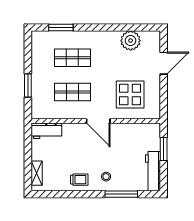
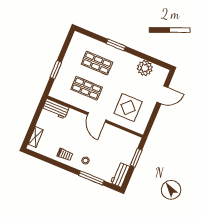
window: (61, 27) -> (116, 45), moved
workbench: (153, 171) -> (120, 175), width x0.73

